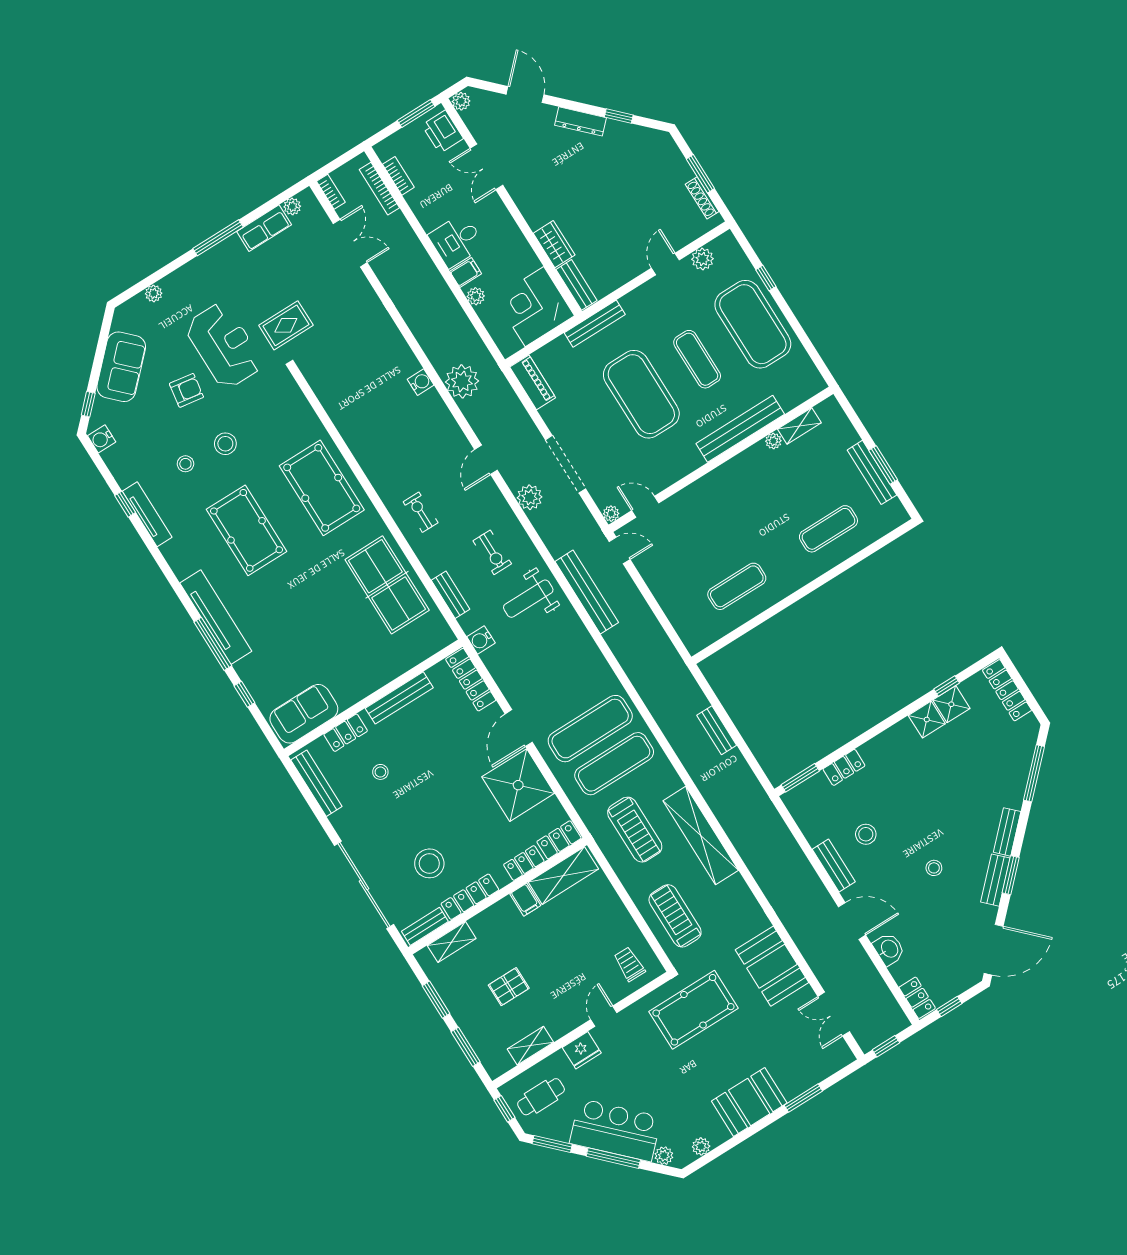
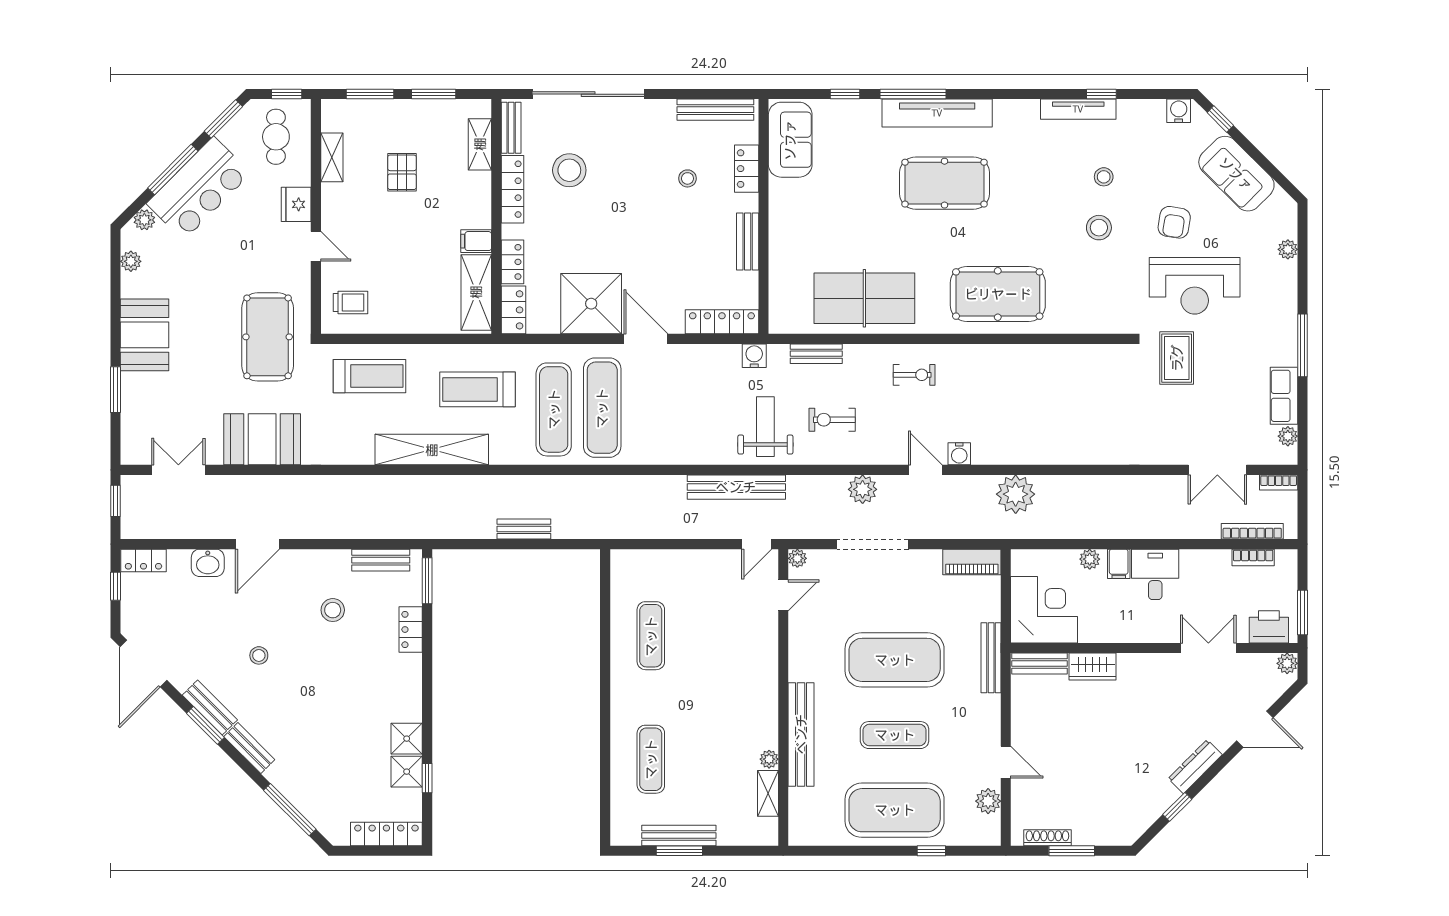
water cooler: (421, 382) -> (959, 454), moved
pool table: (247, 530) -> (944, 183), moved
bench: (399, 698) -> (748, 242), width x0.73
bench: (834, 865) -> (381, 560), moved

